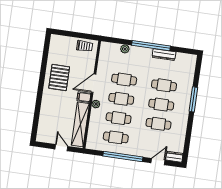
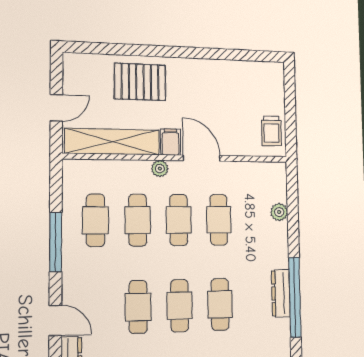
window: (151, 46) -> (295, 297), moved
pallet: (59, 78) -> (140, 82), moved
window: (123, 157) -> (56, 242), width x0.68

